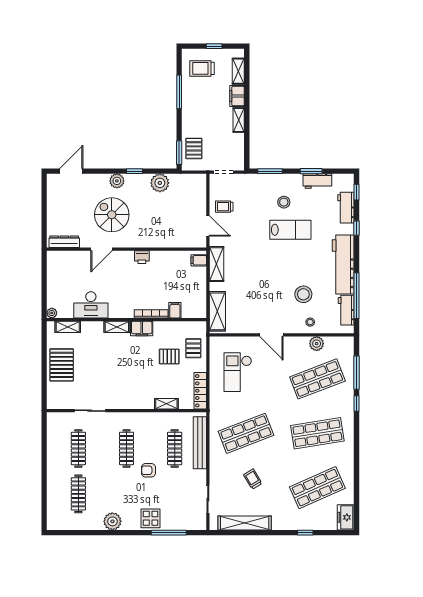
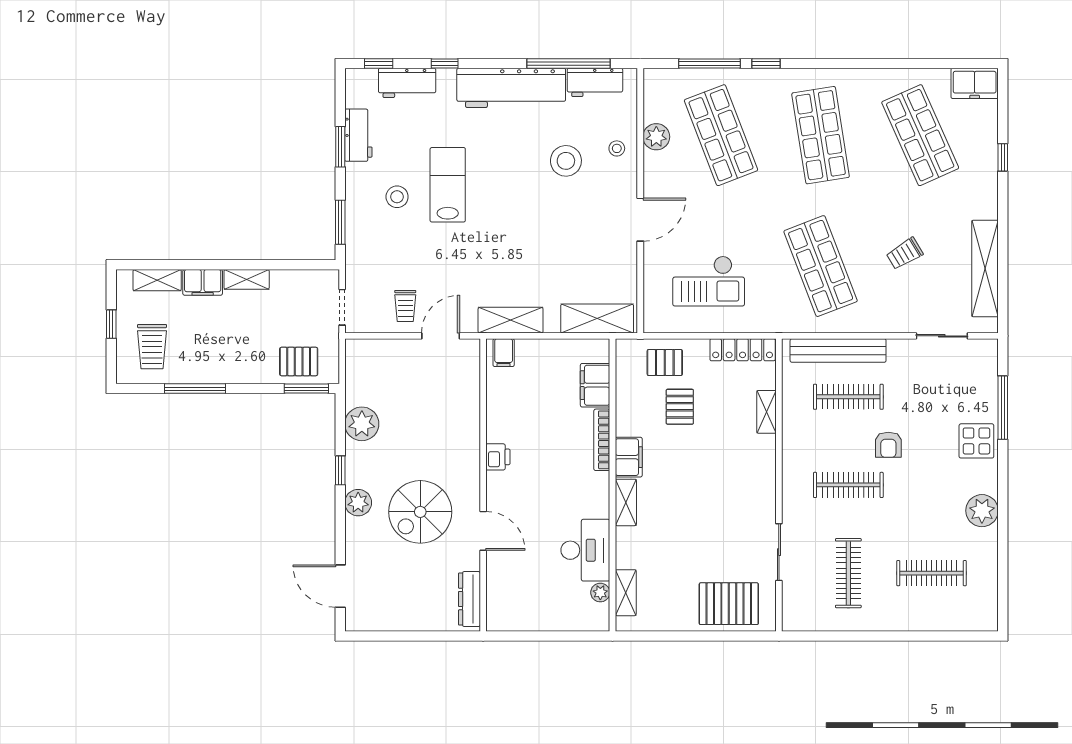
filing cabinet: (175, 310) -> (595, 385), width x2.00
plant: (52, 313) -> (600, 593), moved
pallet: (62, 365) -> (729, 604), moved
clothes rail: (78, 448) -> (848, 573), turned 90

